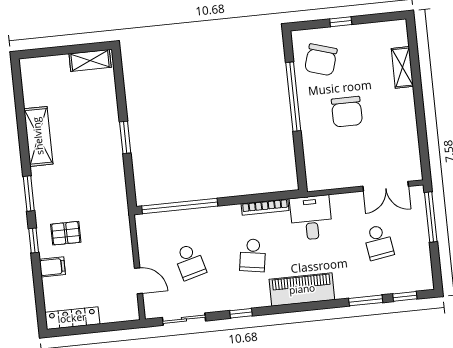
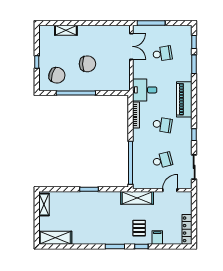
shelving: (38, 136) -> (55, 238), moved
shelving: (119, 224) -> (137, 198), added

